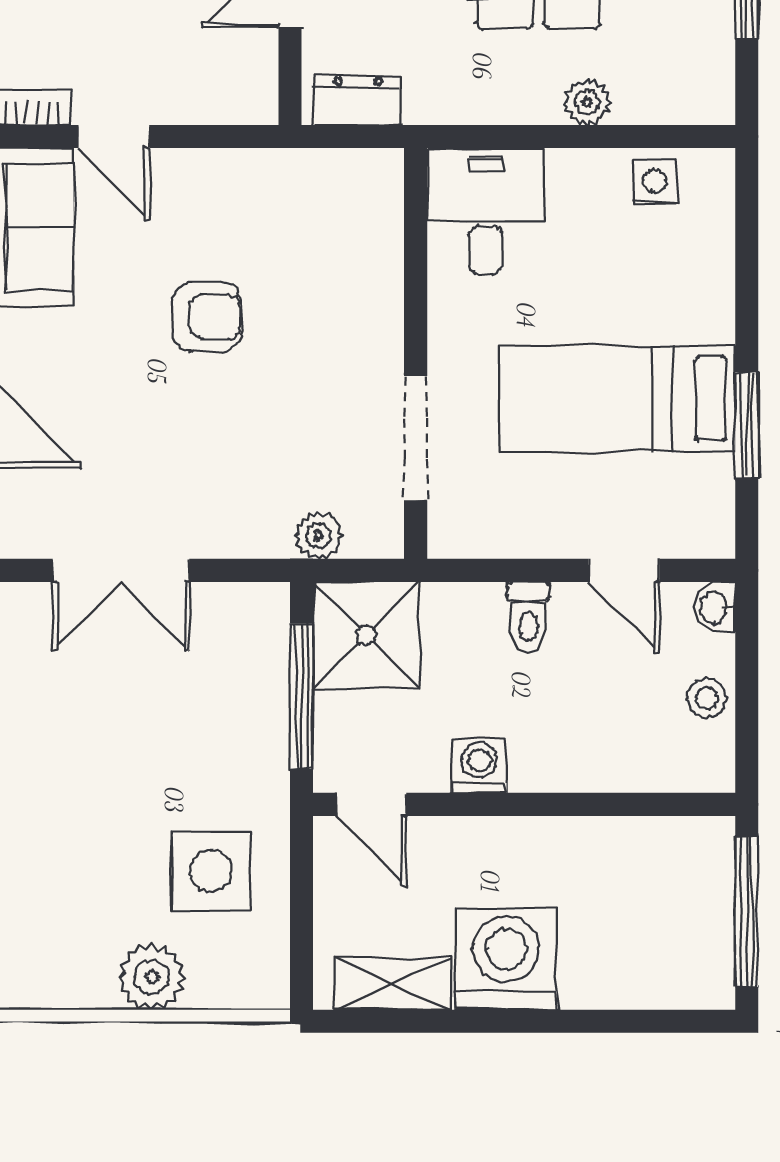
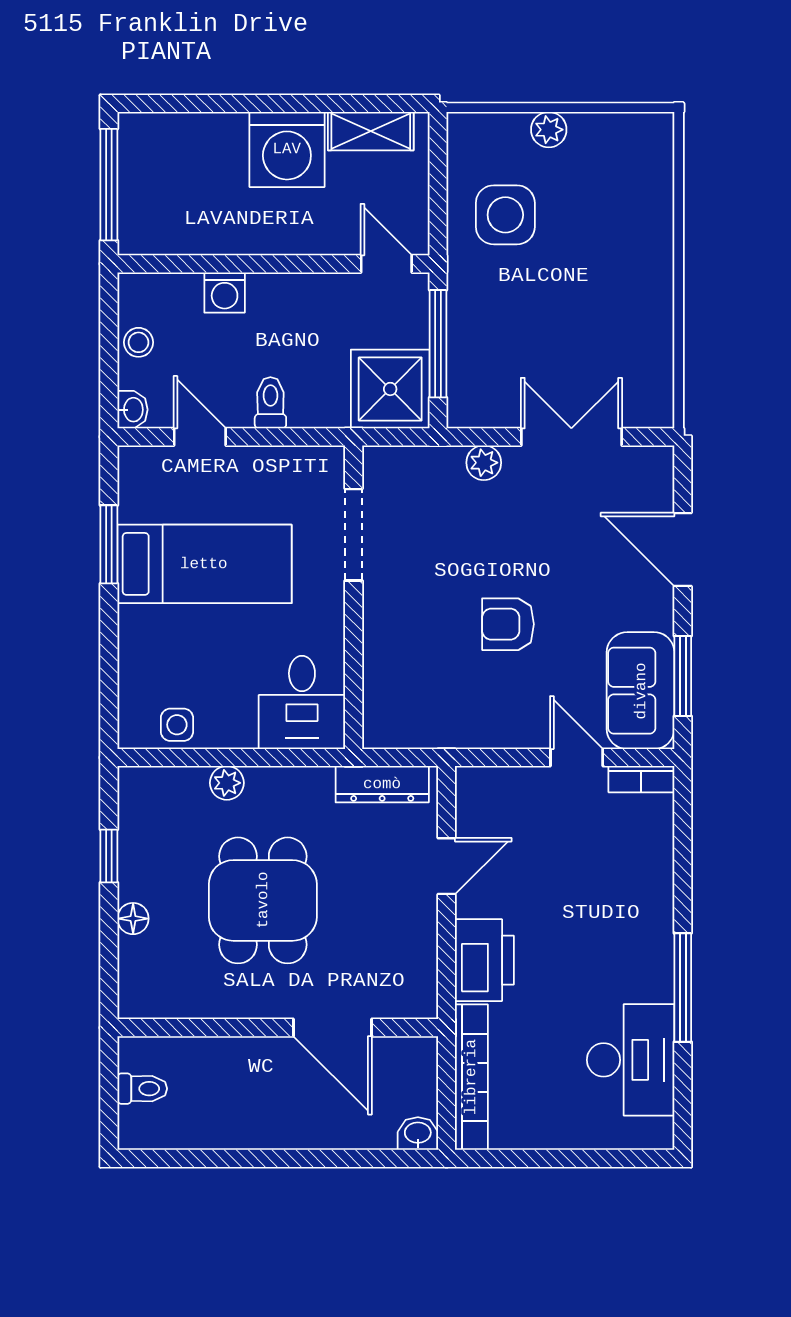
dresser: (358, 100) -> (382, 784), width x1.44
plant: (319, 535) -> (484, 463), moved
washing machine: (479, 766) -> (225, 292), moved
plant: (152, 977) -> (549, 130), width x0.73, depth x0.73

